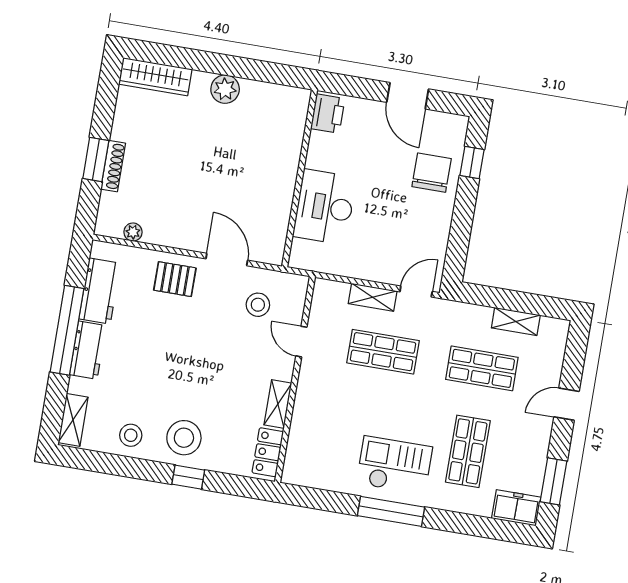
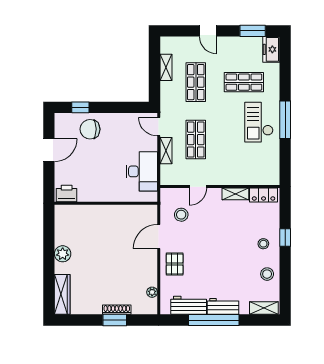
desk: (325, 207) -> (142, 171), moved, turned -90
stool: (184, 438) -> (263, 244), width x0.53, depth x0.53

